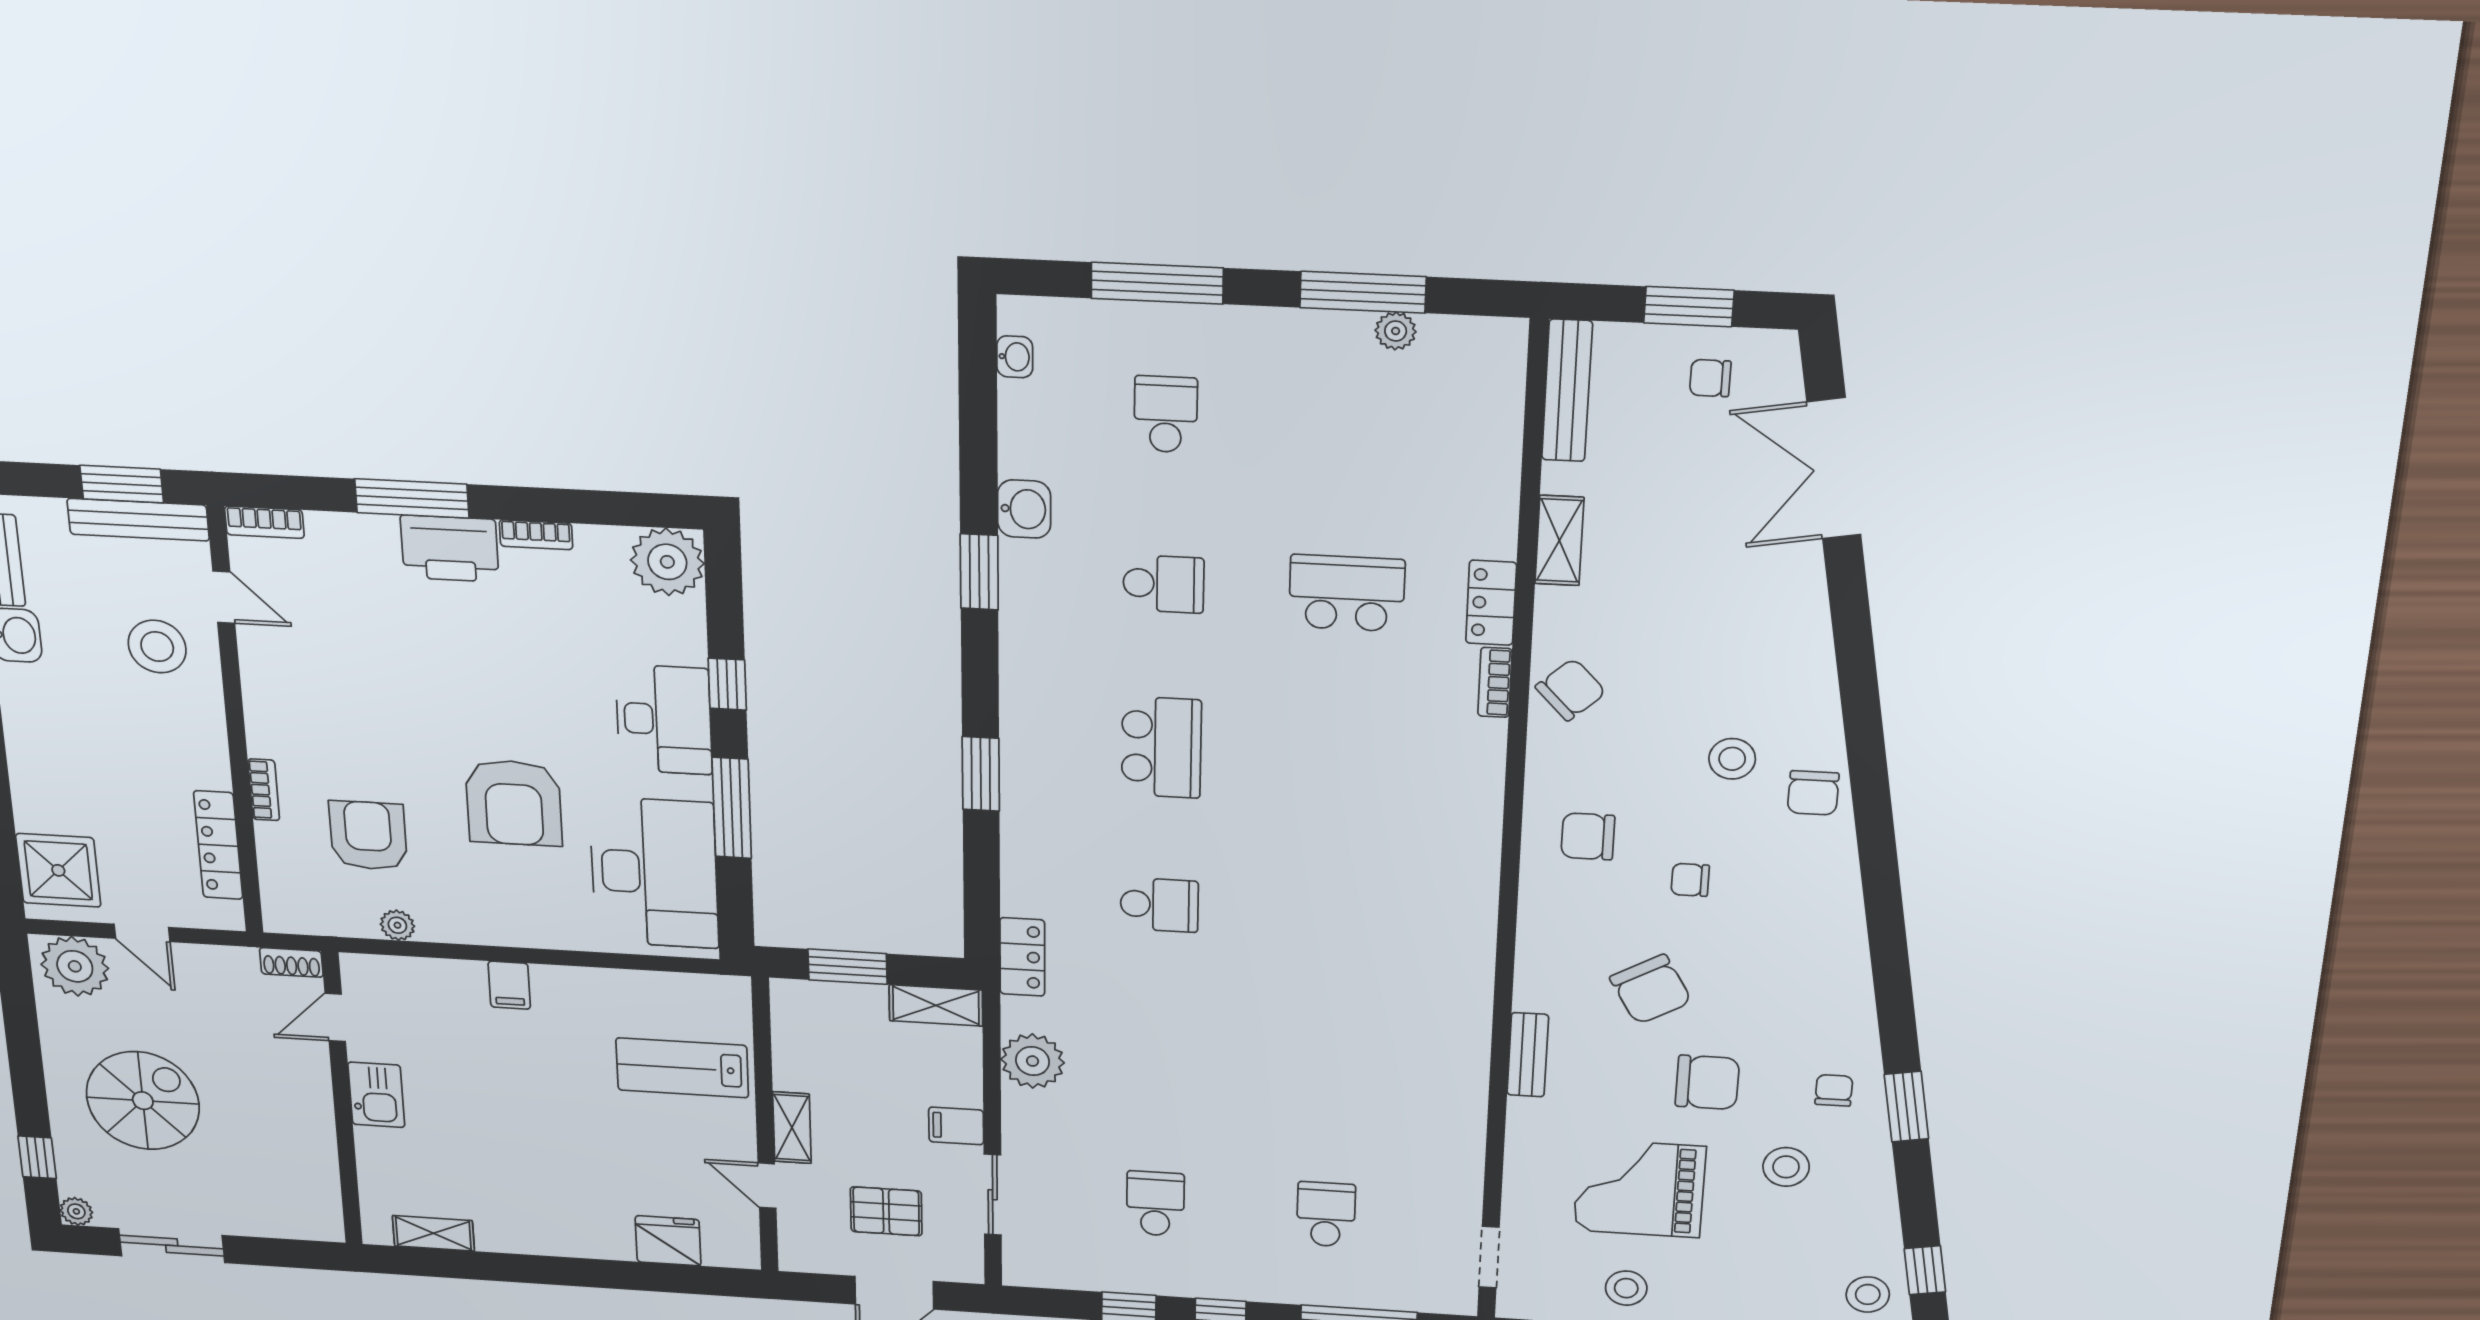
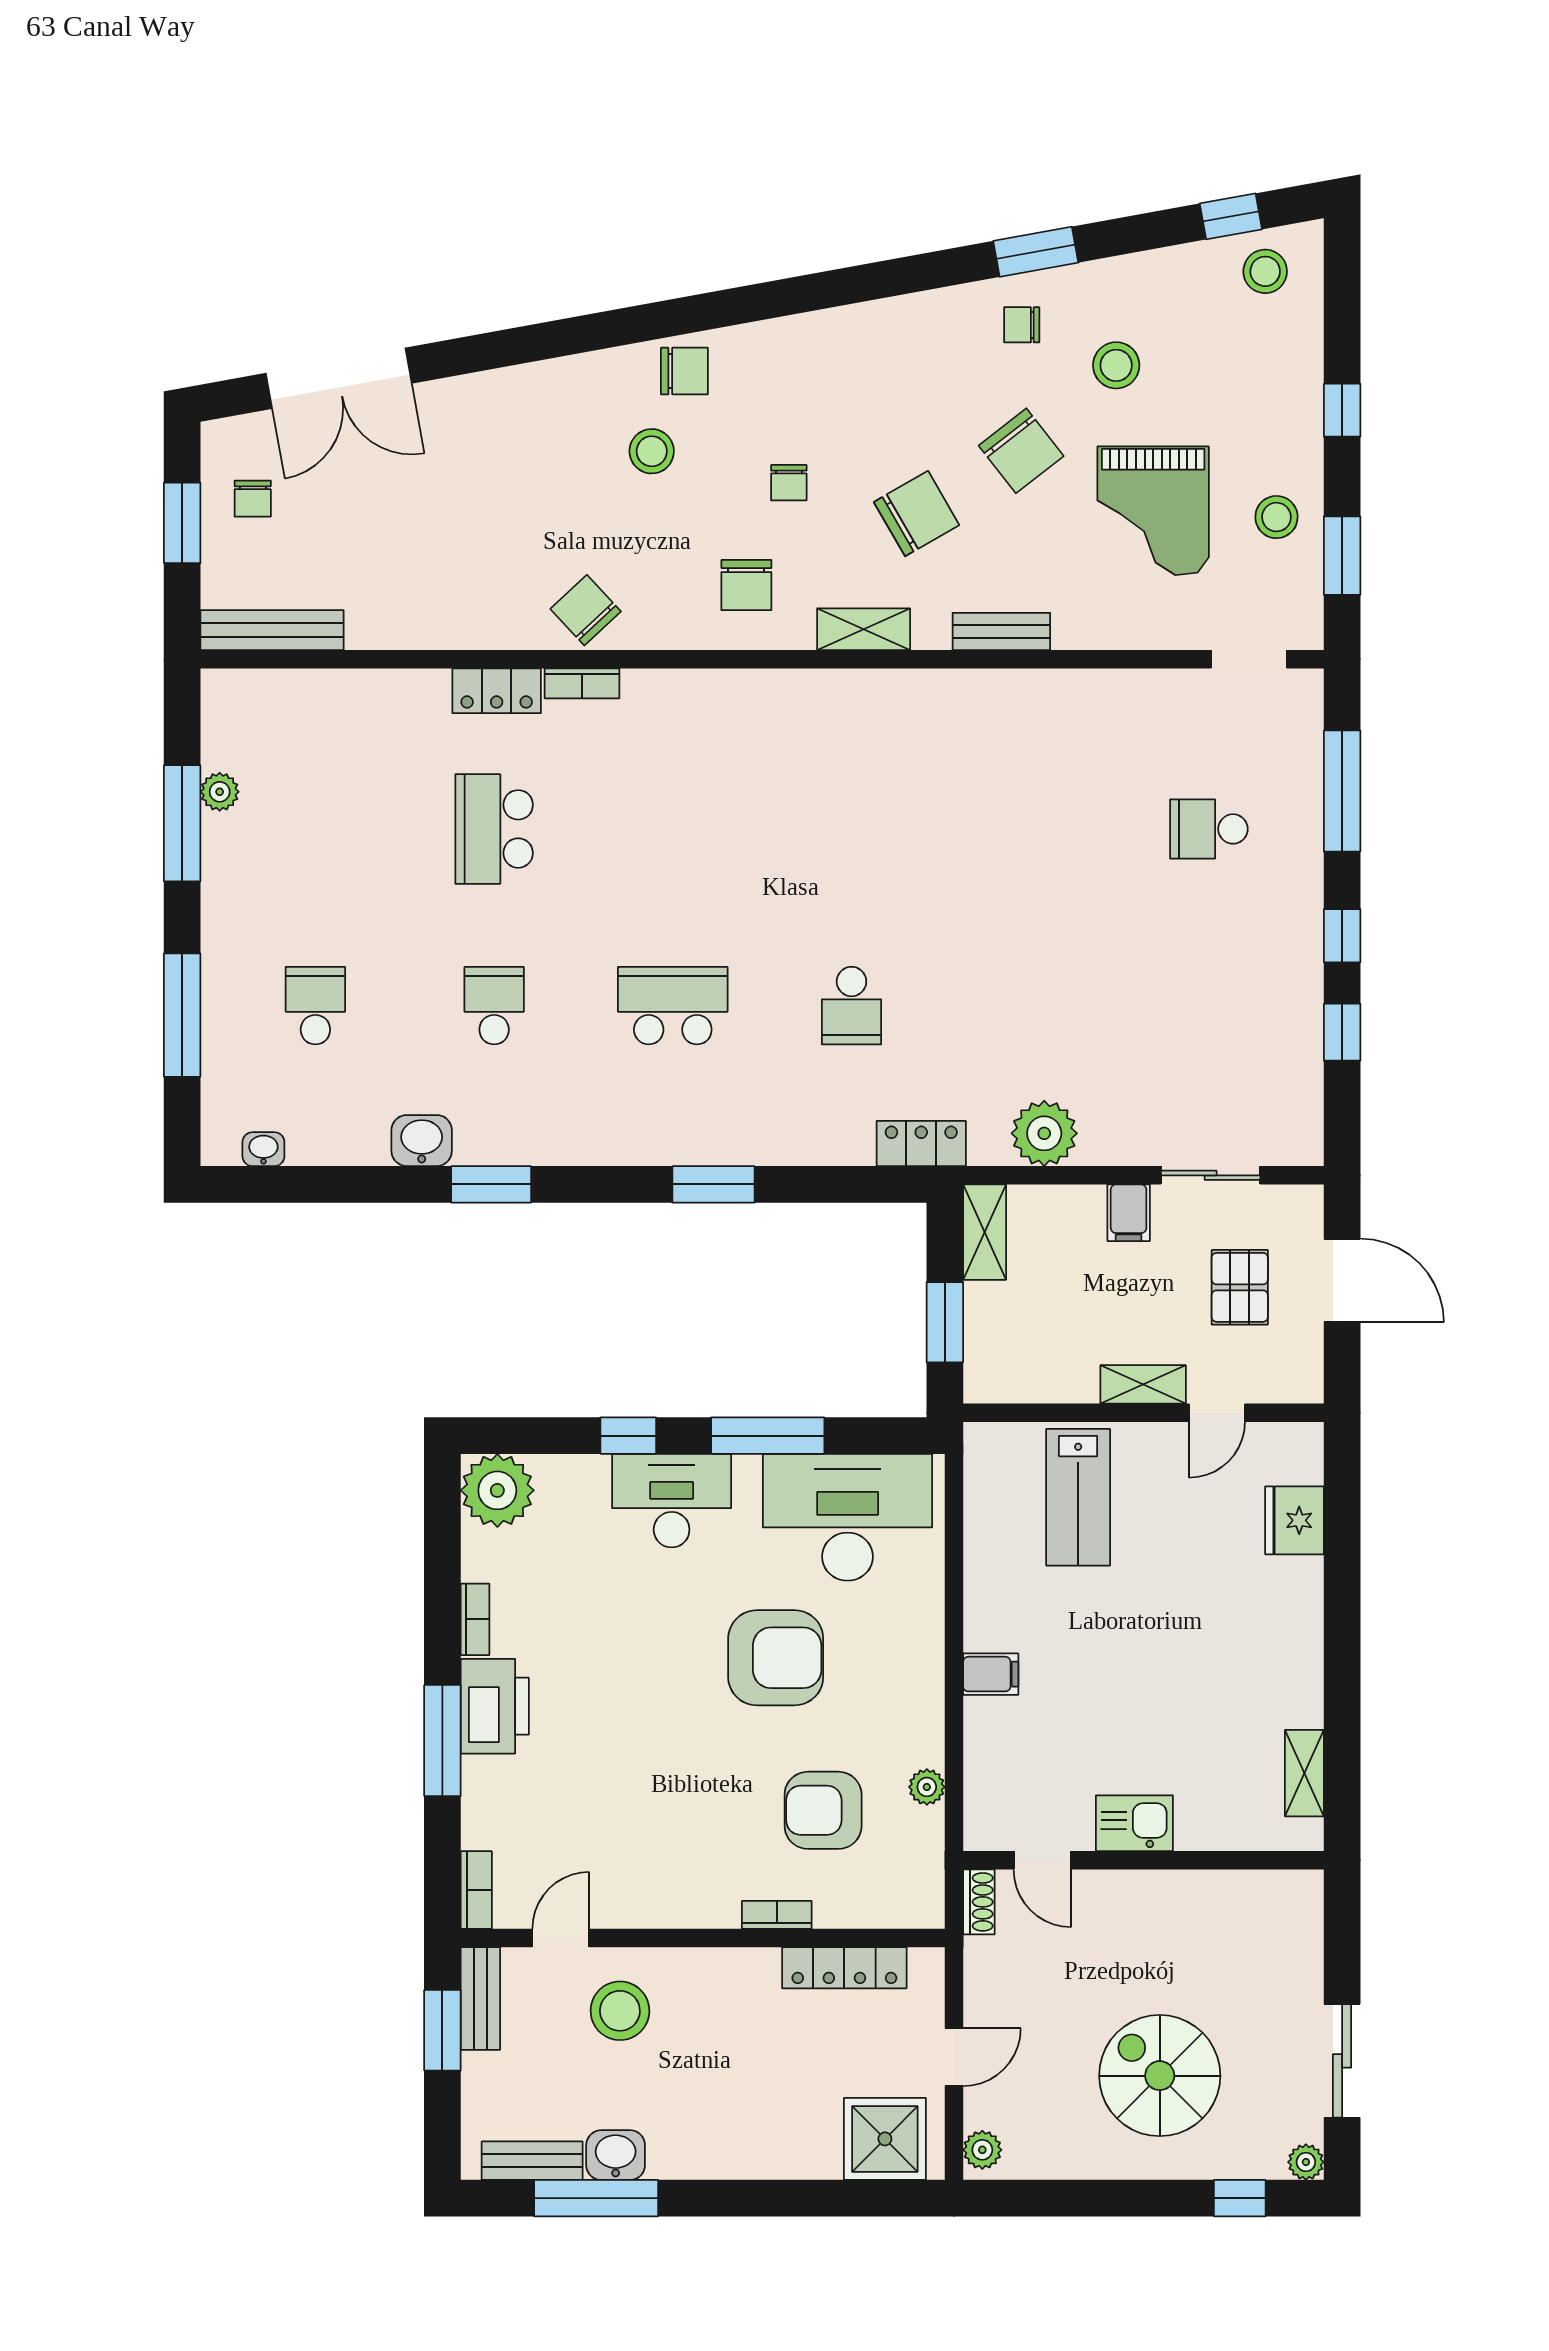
school desk: (1166, 414) -> (315, 1006), turned 90
bench: (138, 520) -> (480, 1998), width x0.73
shelving: (1559, 540) -> (864, 629), moved
school desk: (1159, 905) -> (851, 1006), turned 180
plant: (75, 966) -> (982, 2150), width x0.53, depth x0.53
chair: (1707, 1082) -> (1021, 451), turned 142
school desk: (1155, 1204) -> (1209, 1006), removed

